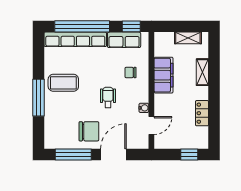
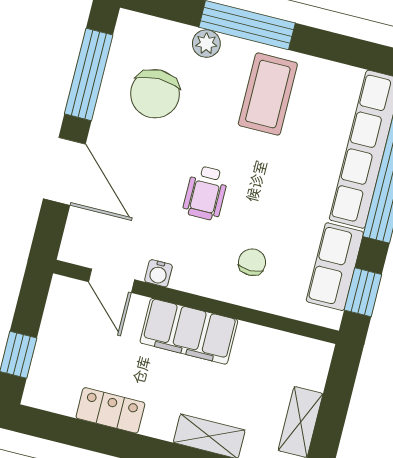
filing cabinet: (164, 75) -> (189, 331), moved
wheelchair: (108, 97) -> (206, 193), turned 90
plant: (50, 112) -> (206, 44), added
chair: (89, 131) -> (155, 94), moved

